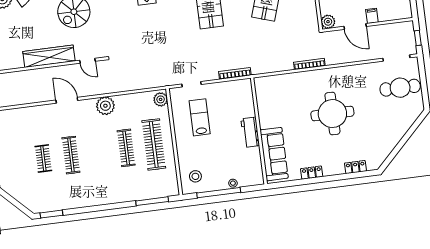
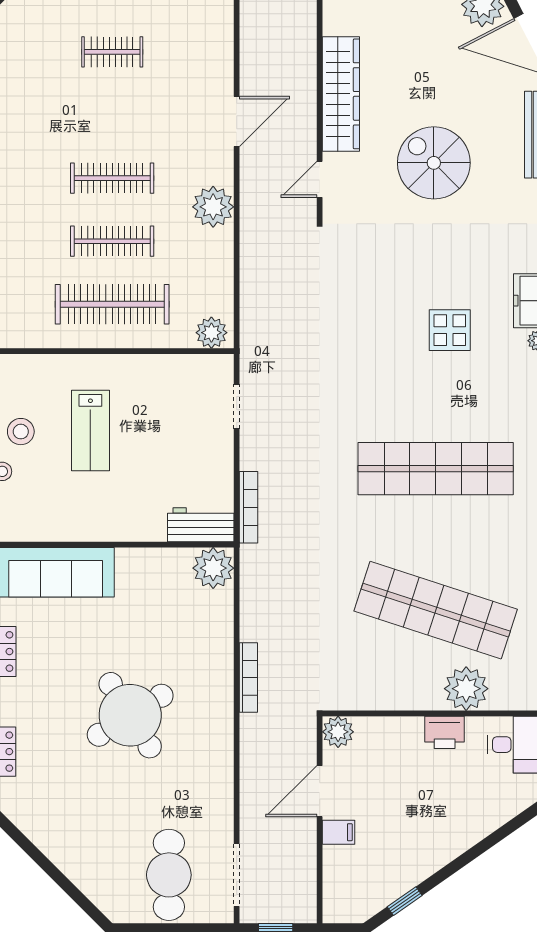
plant: (263, 85) -> (213, 568), added
round table: (332, 114) -> (130, 715), turned -32
lab bench: (200, 117) -> (90, 431), moved, turned 90
workbench: (250, 132) -> (201, 525), moved
clothes rail: (71, 155) -> (112, 178), moved
stool: (195, 176) -> (21, 432), moved

